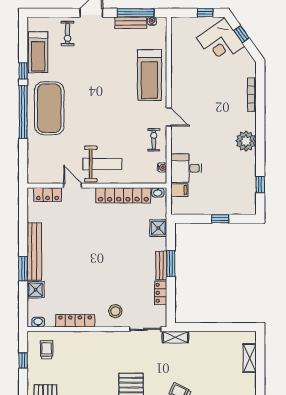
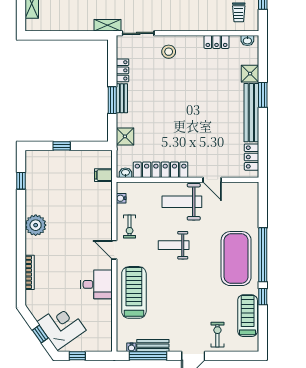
weight bench: (111, 121) -> (174, 245), added
desk: (186, 168) -> (96, 284), moved
locker: (48, 195) -> (252, 157), moved, turned -90
locker: (75, 321) -> (217, 42), width x0.66

